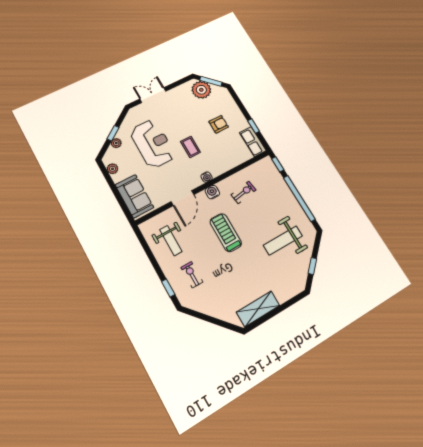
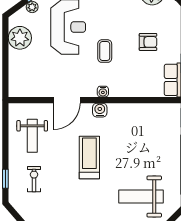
plant: (112, 169) -> (20, 38), width x1.87, depth x1.87
exercise bike: (244, 192) -> (131, 128), removed
sofa: (134, 196) -> (21, 72), removed

